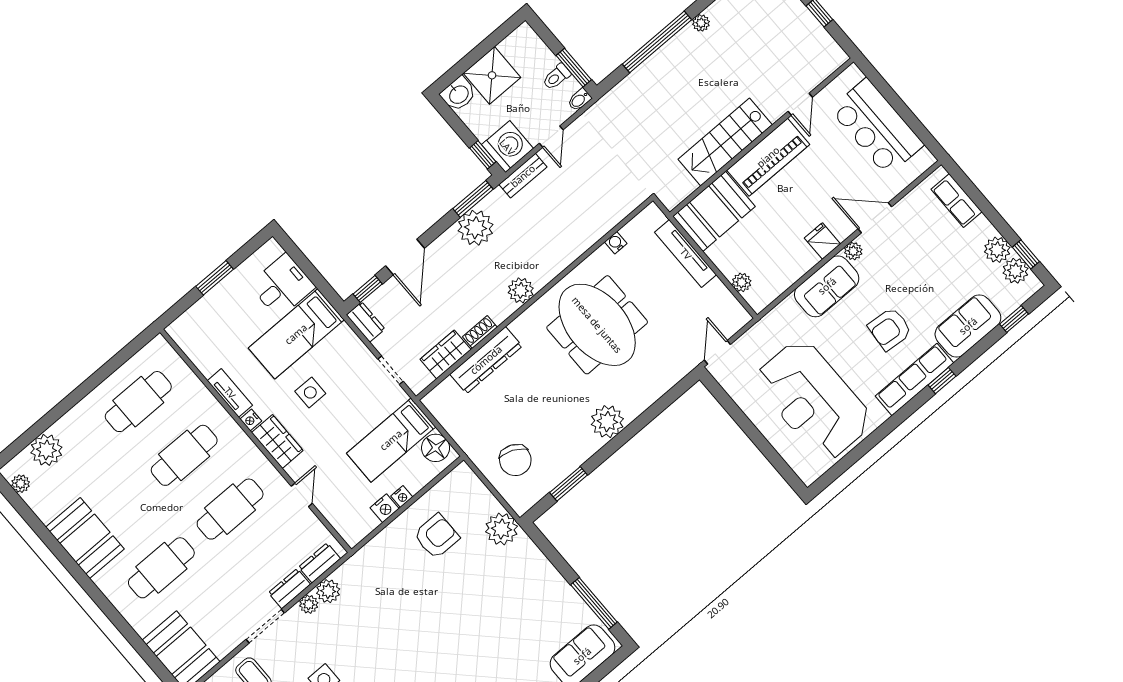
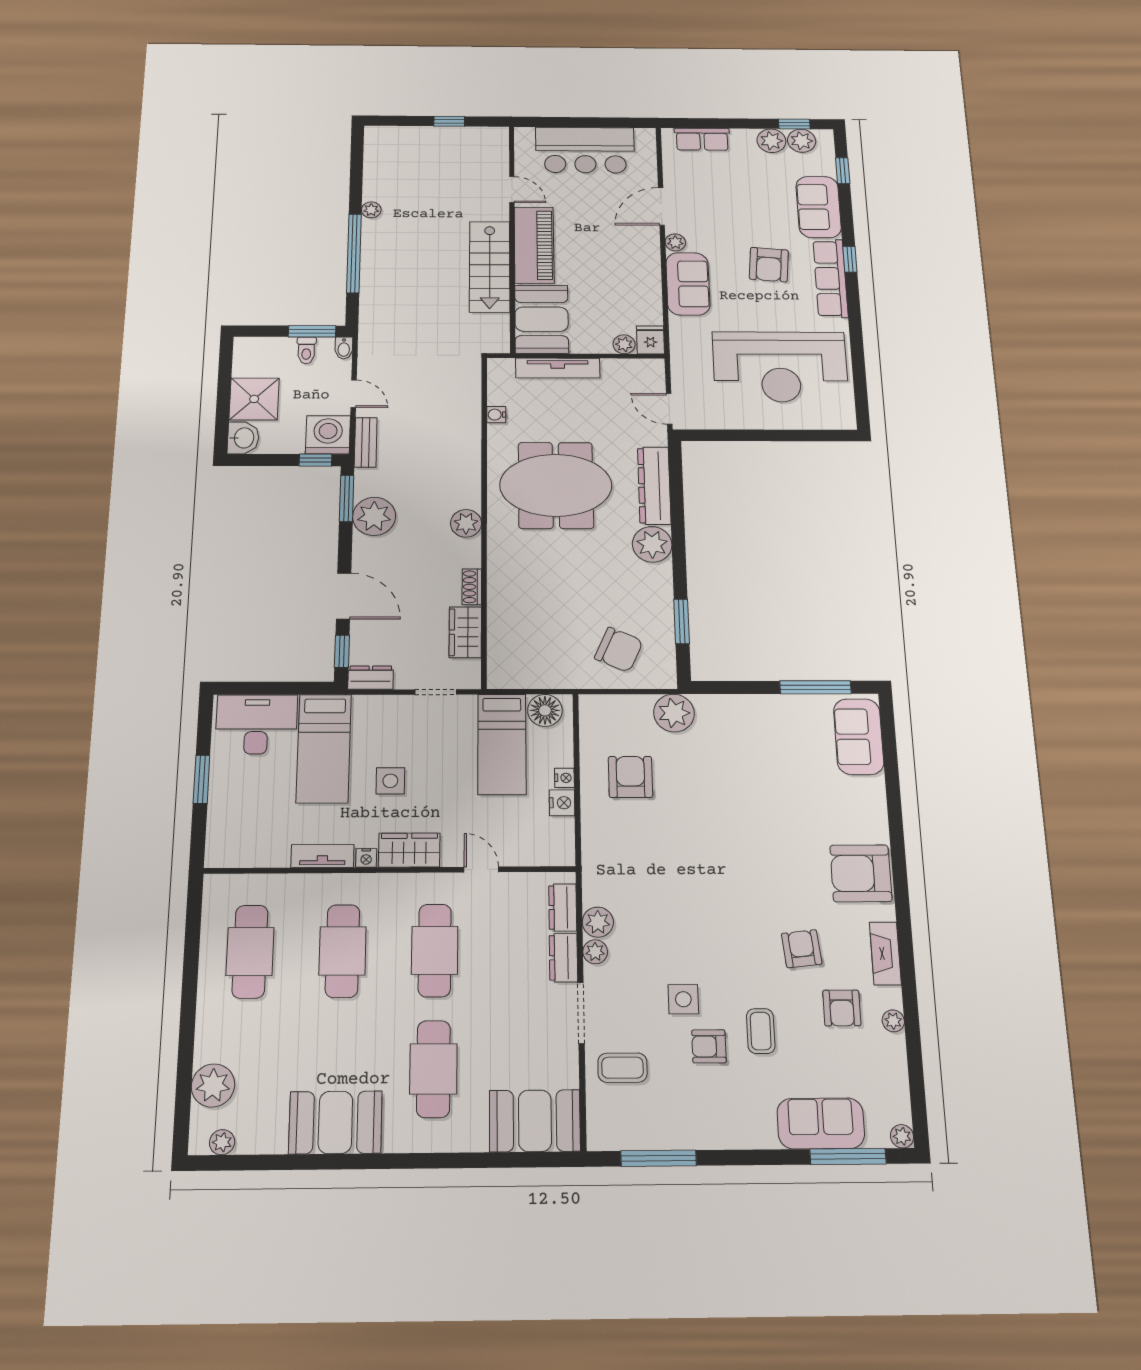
fridge: (822, 241) -> (650, 340), moved, turned 90
desk: (282, 286) -> (256, 724), width x1.37
dresser: (486, 360) -> (654, 485), moved, turned 180

